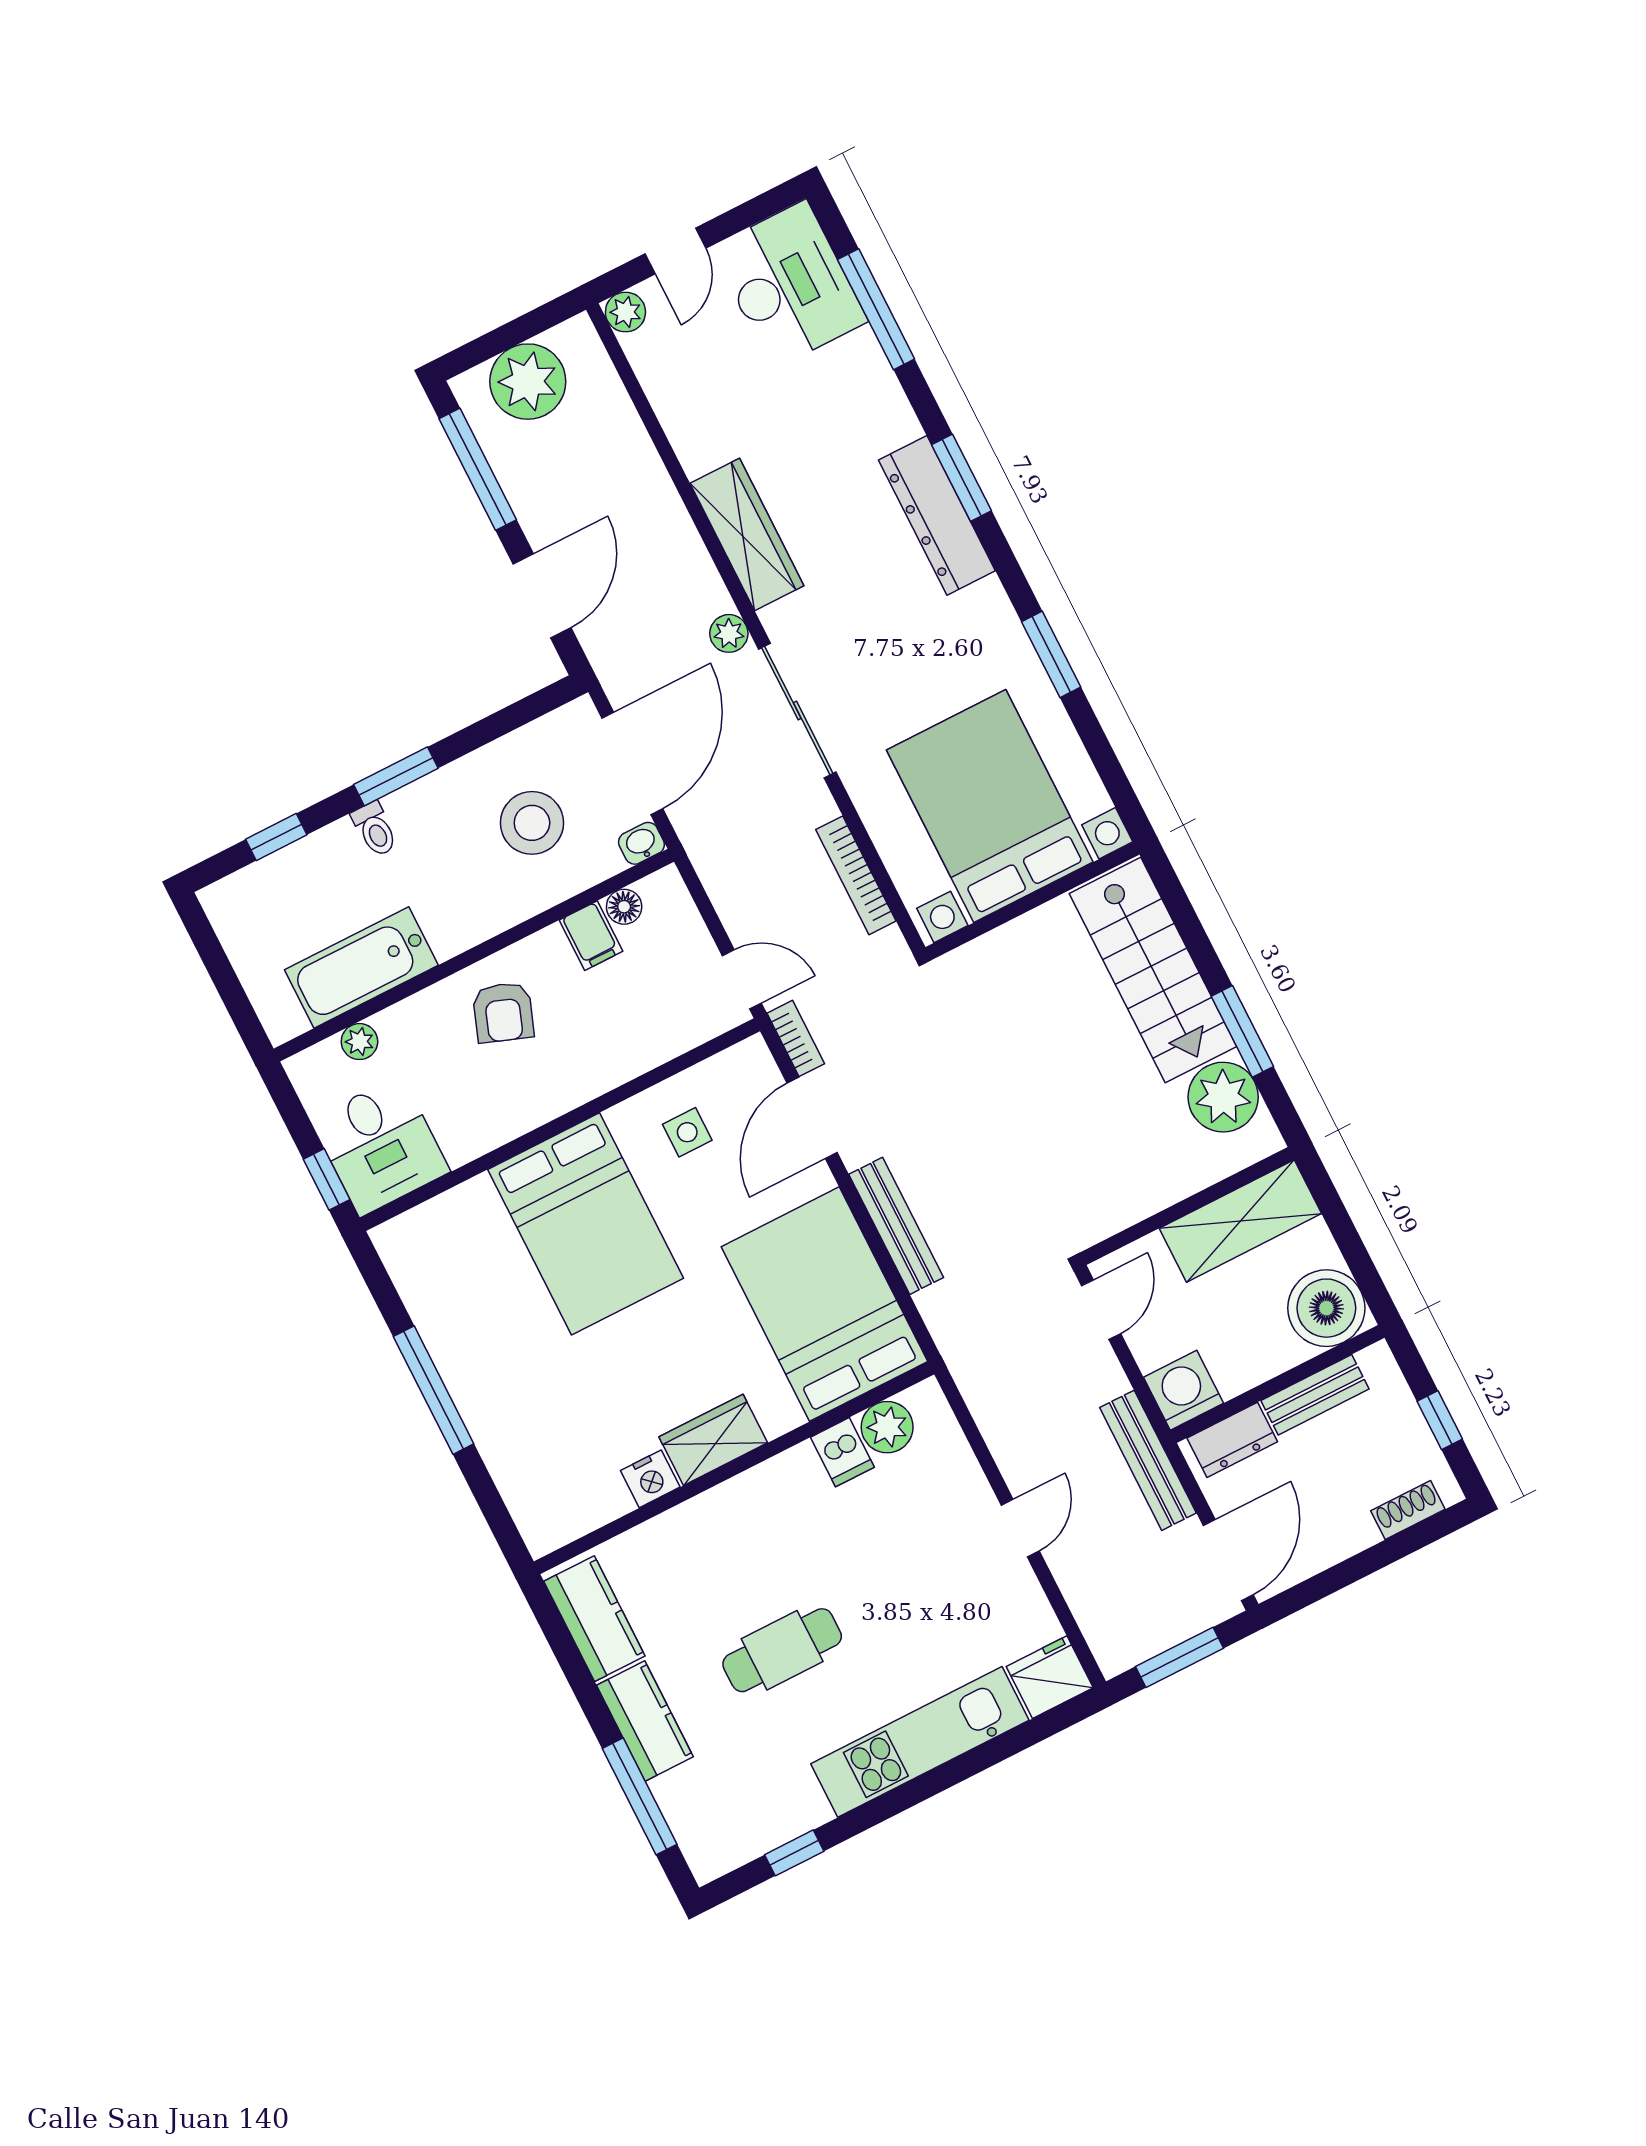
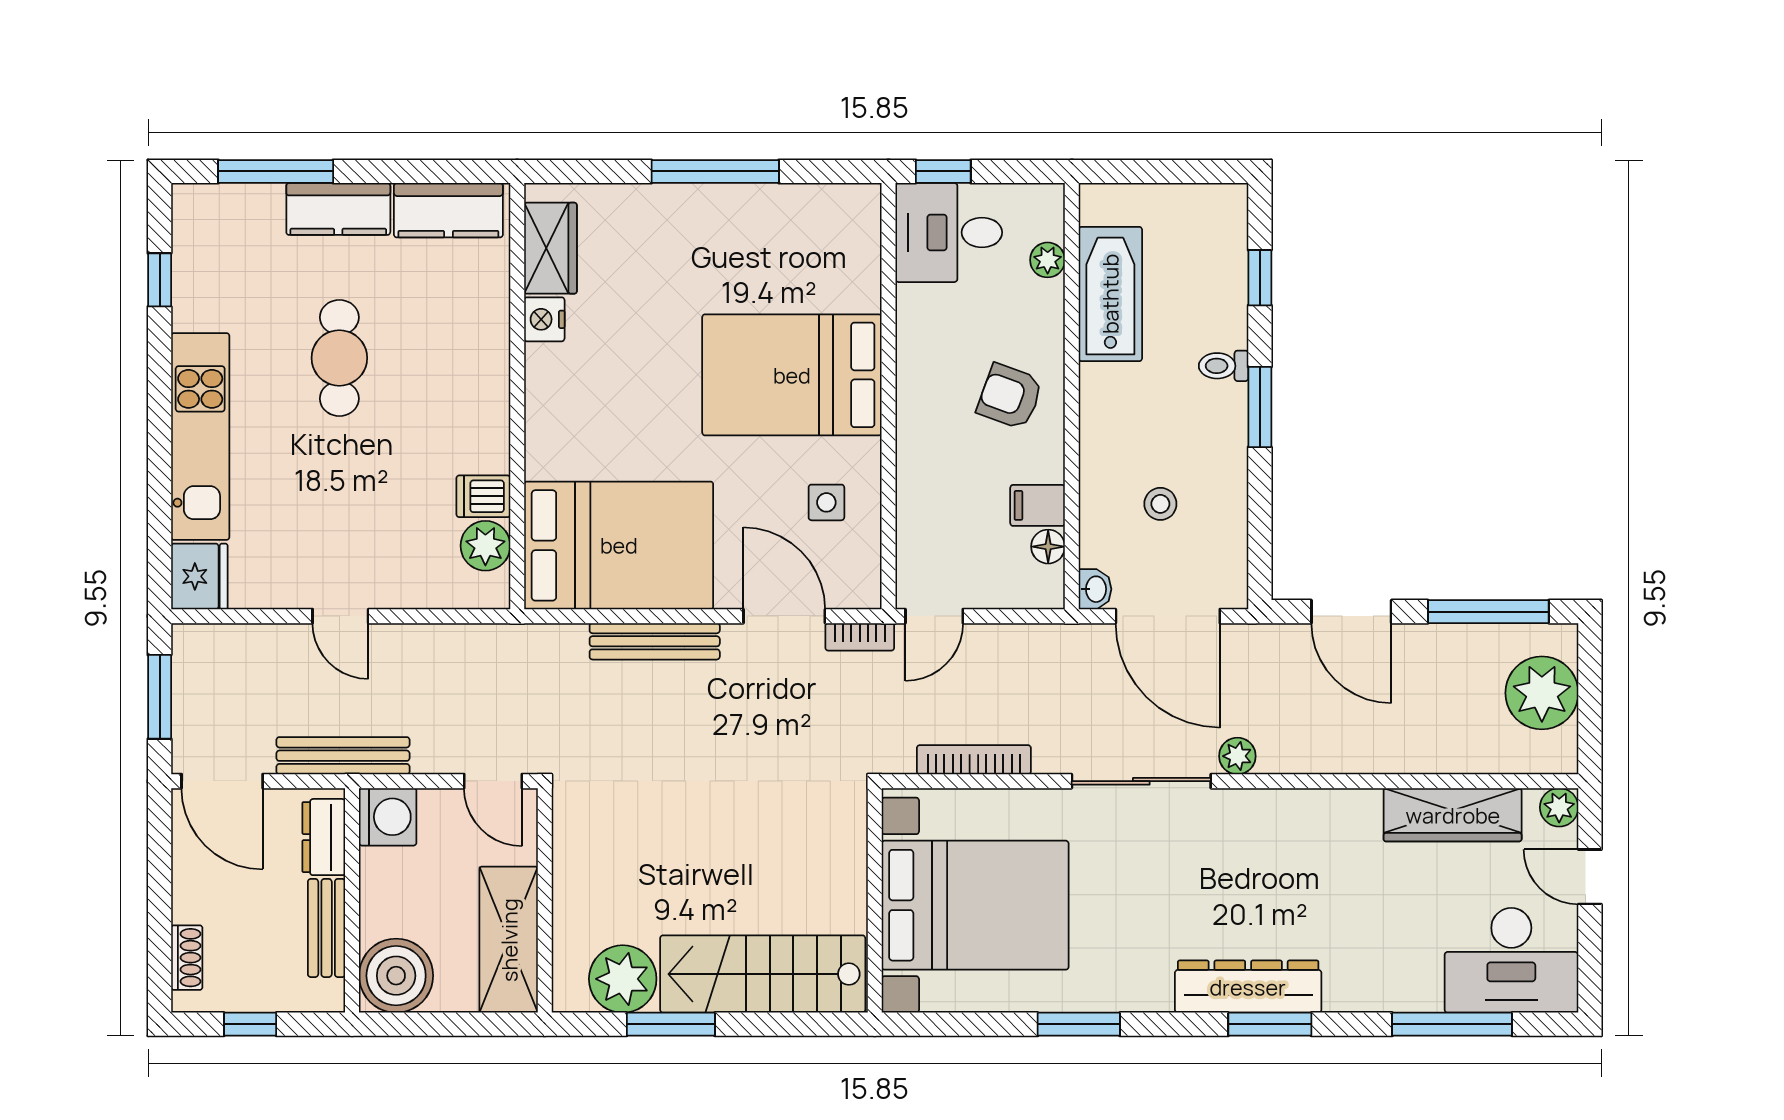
wardrobe: (747, 534) -> (1453, 815), moved
stool: (532, 823) -> (1160, 504), width x0.53, depth x0.53
wardrobe: (713, 1440) -> (550, 248), moved

